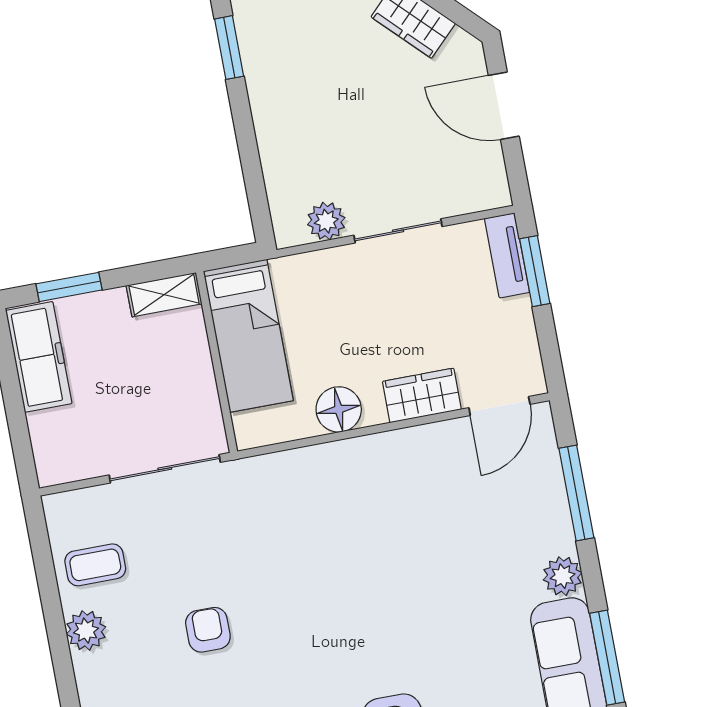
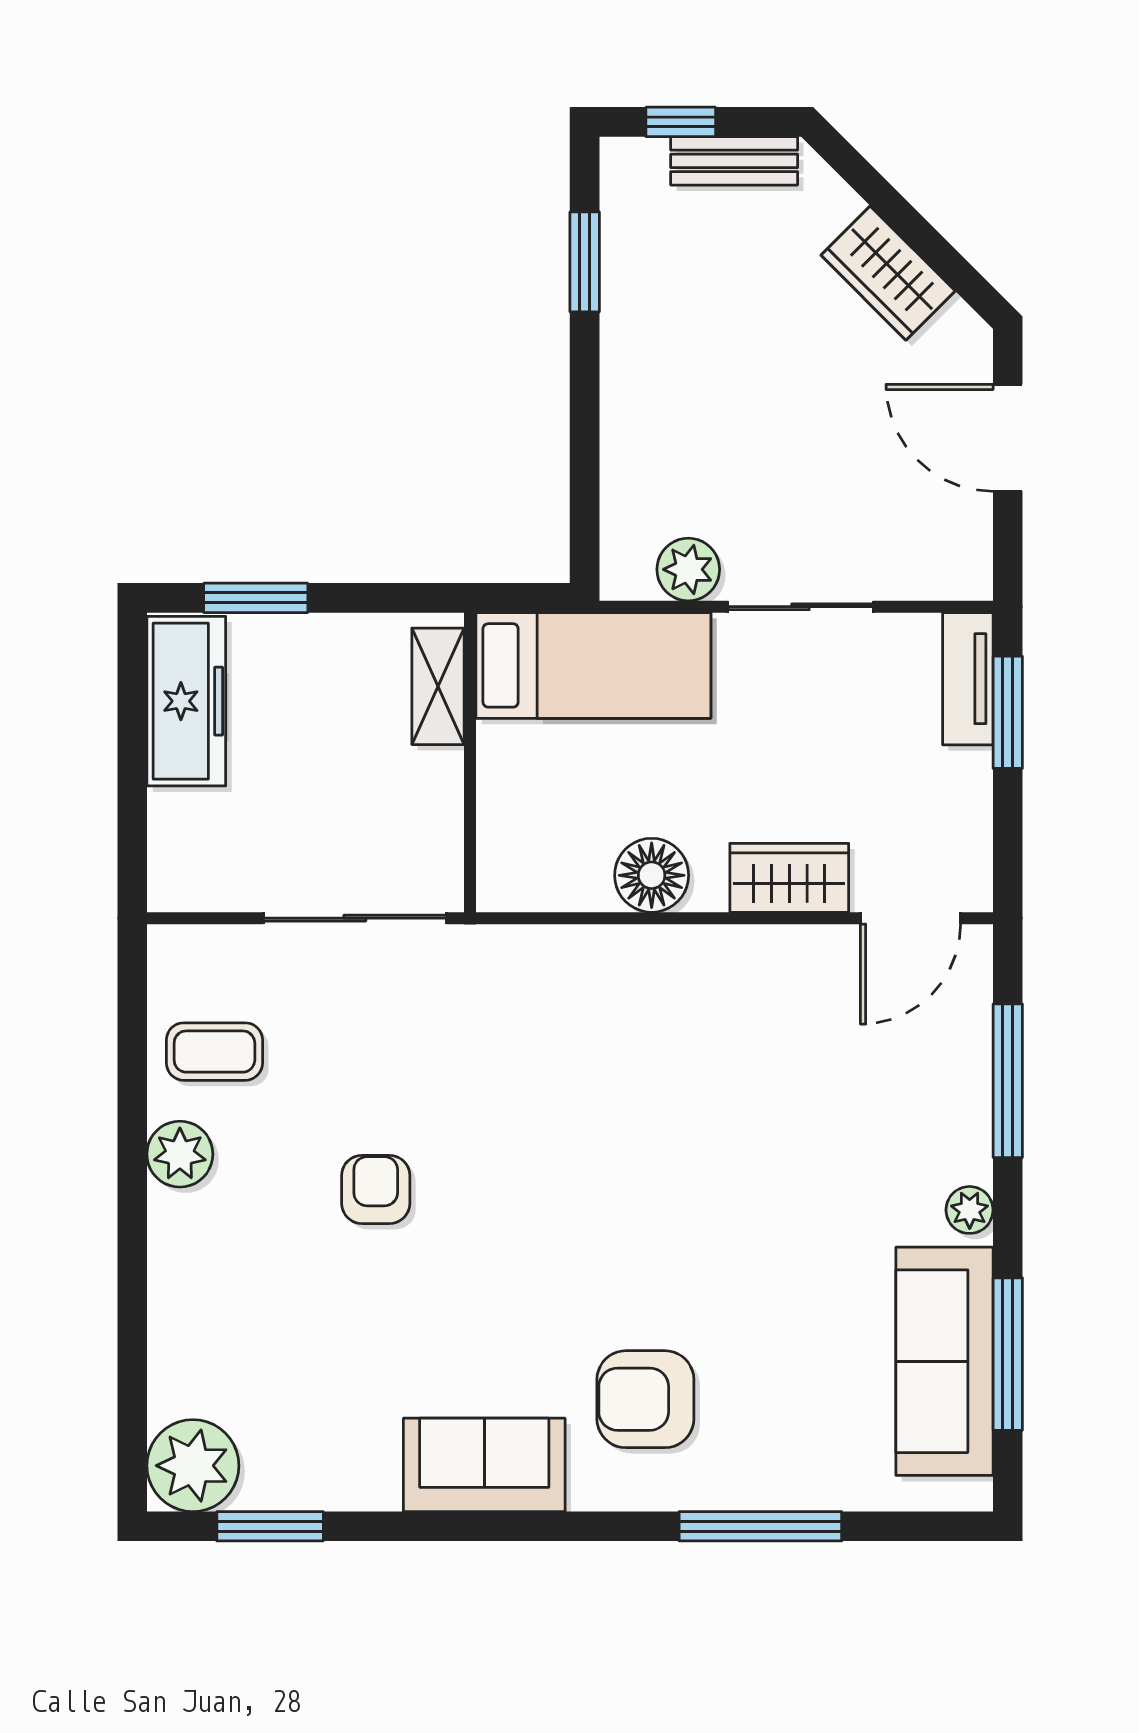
shelving: (164, 295) -> (438, 686), moved, turned 90
bed: (248, 336) -> (593, 665), moved, turned -90
plant: (563, 576) -> (970, 1210), width x0.73, depth x0.73

